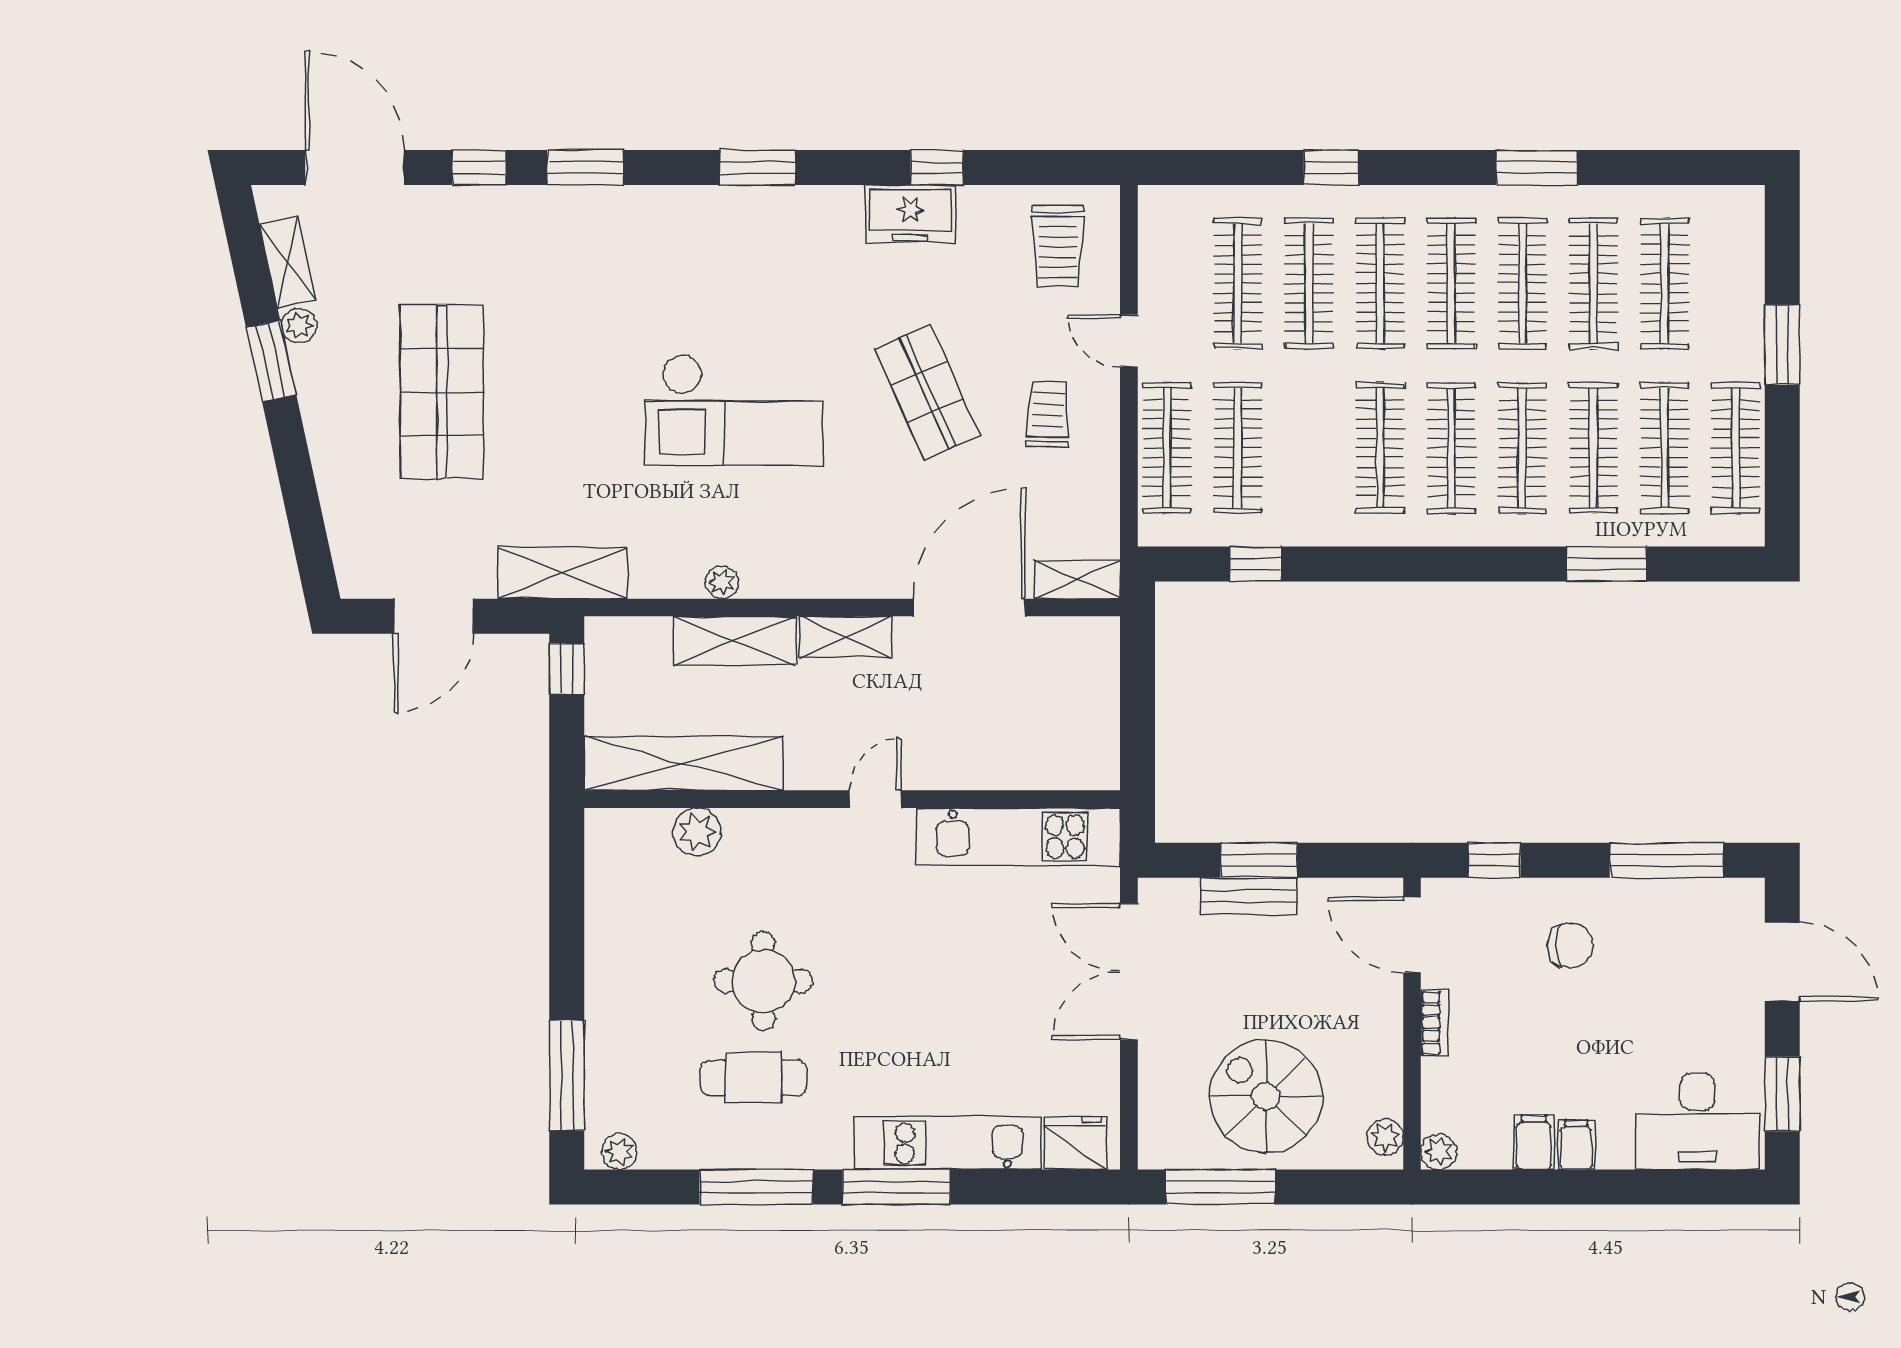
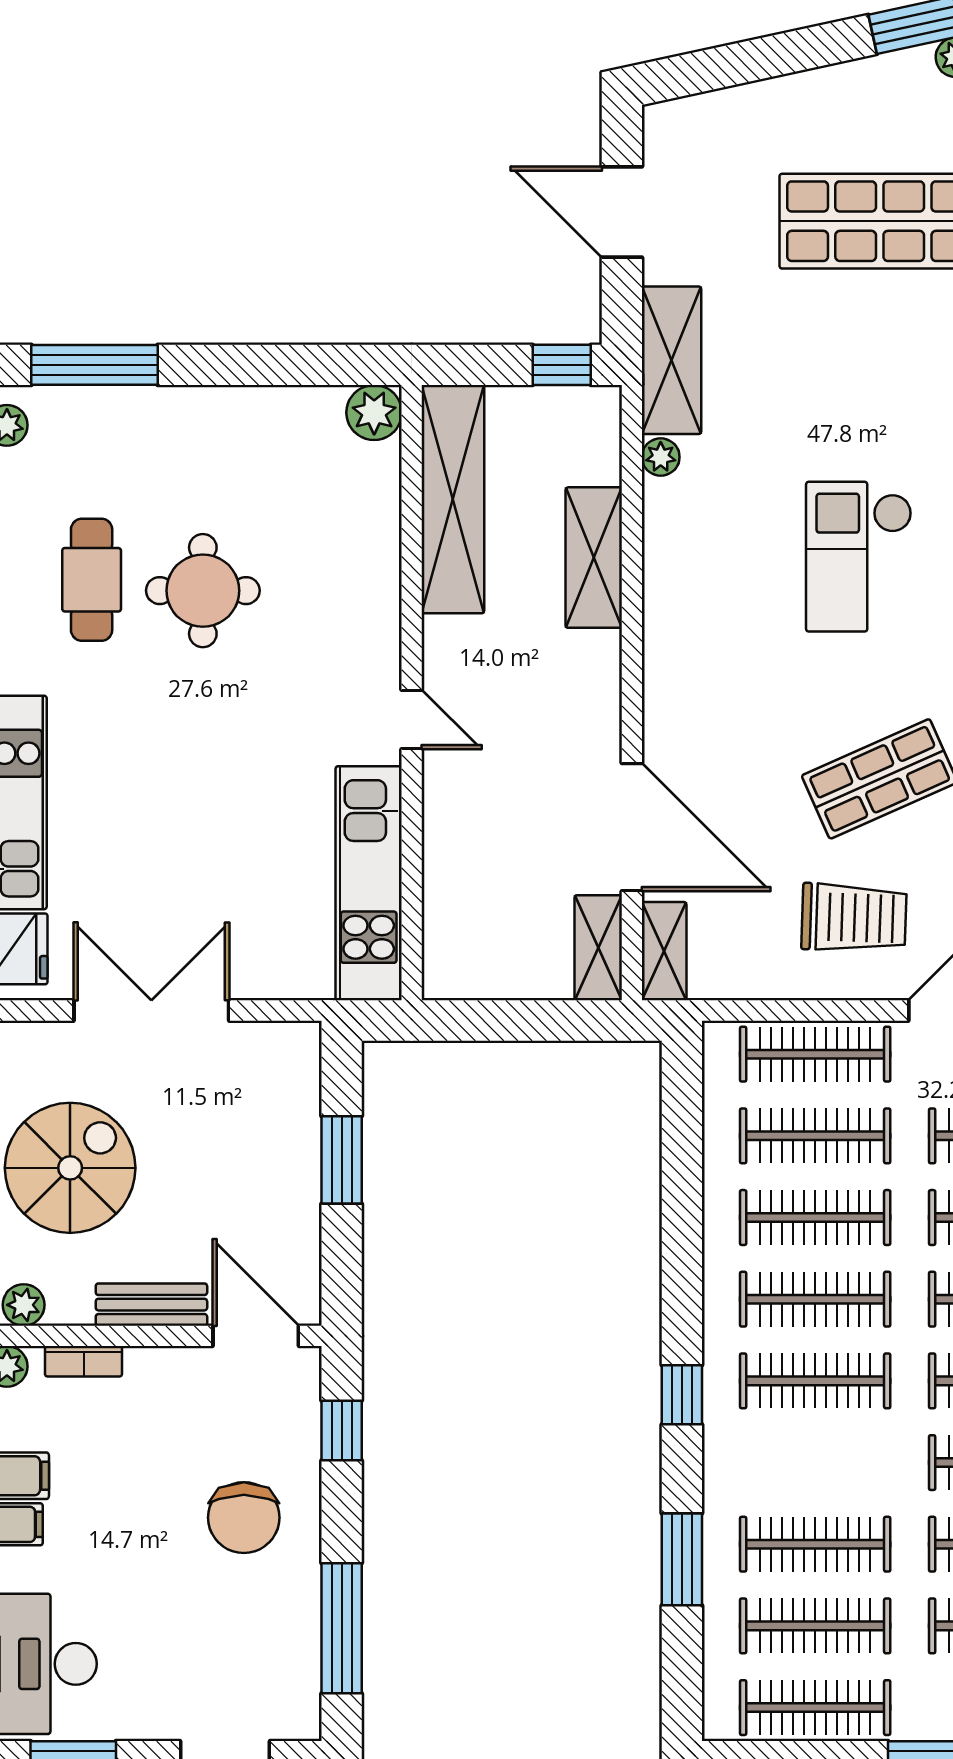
checkout: (734, 410) -> (859, 557), width x0.73, depth x0.83
trolley: (1048, 414) -> (854, 918), width x1.36, depth x1.39
clothes rail: (1522, 448) -> (815, 1218), moved
window: (1255, 564) -> (682, 1395), moved
plant: (722, 582) -> (661, 457), moved
shelving: (845, 637) -> (598, 948), moved
plant: (697, 832) -> (374, 413), moved
bench: (1249, 896) -> (151, 1305), moved, turned 90
door: (1412, 935) -> (256, 1336), hinge flipped
chair: (1570, 945) -> (244, 1518), width x1.37, depth x1.37
double door: (1129, 972) -> (151, 1011), moved
bookcase: (1434, 1023) -> (84, 1361), moved

